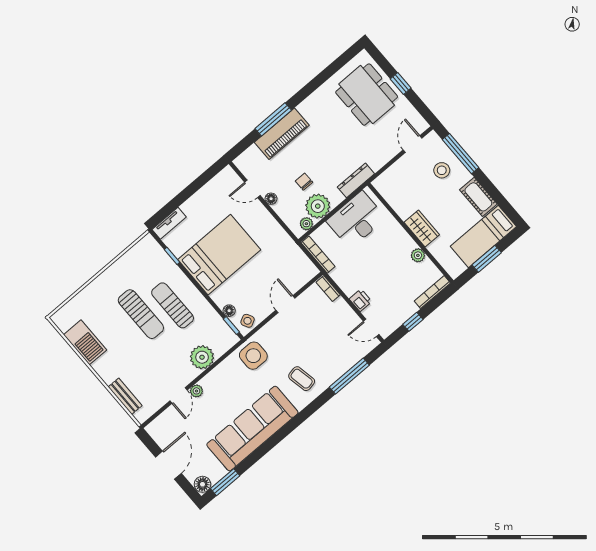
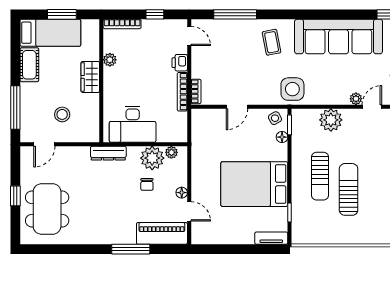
piano: (282, 134) -> (162, 233), moved
stool: (442, 170) -> (62, 114), moved
bookcase: (318, 255) -> (182, 92), moved

